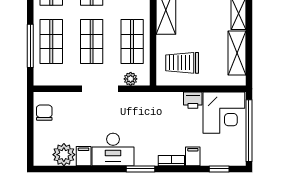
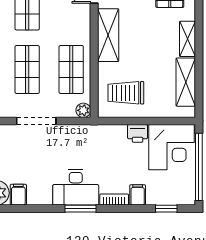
plant: (131, 79) -> (83, 110), moved
desk: (113, 149) -> (76, 187), moved

